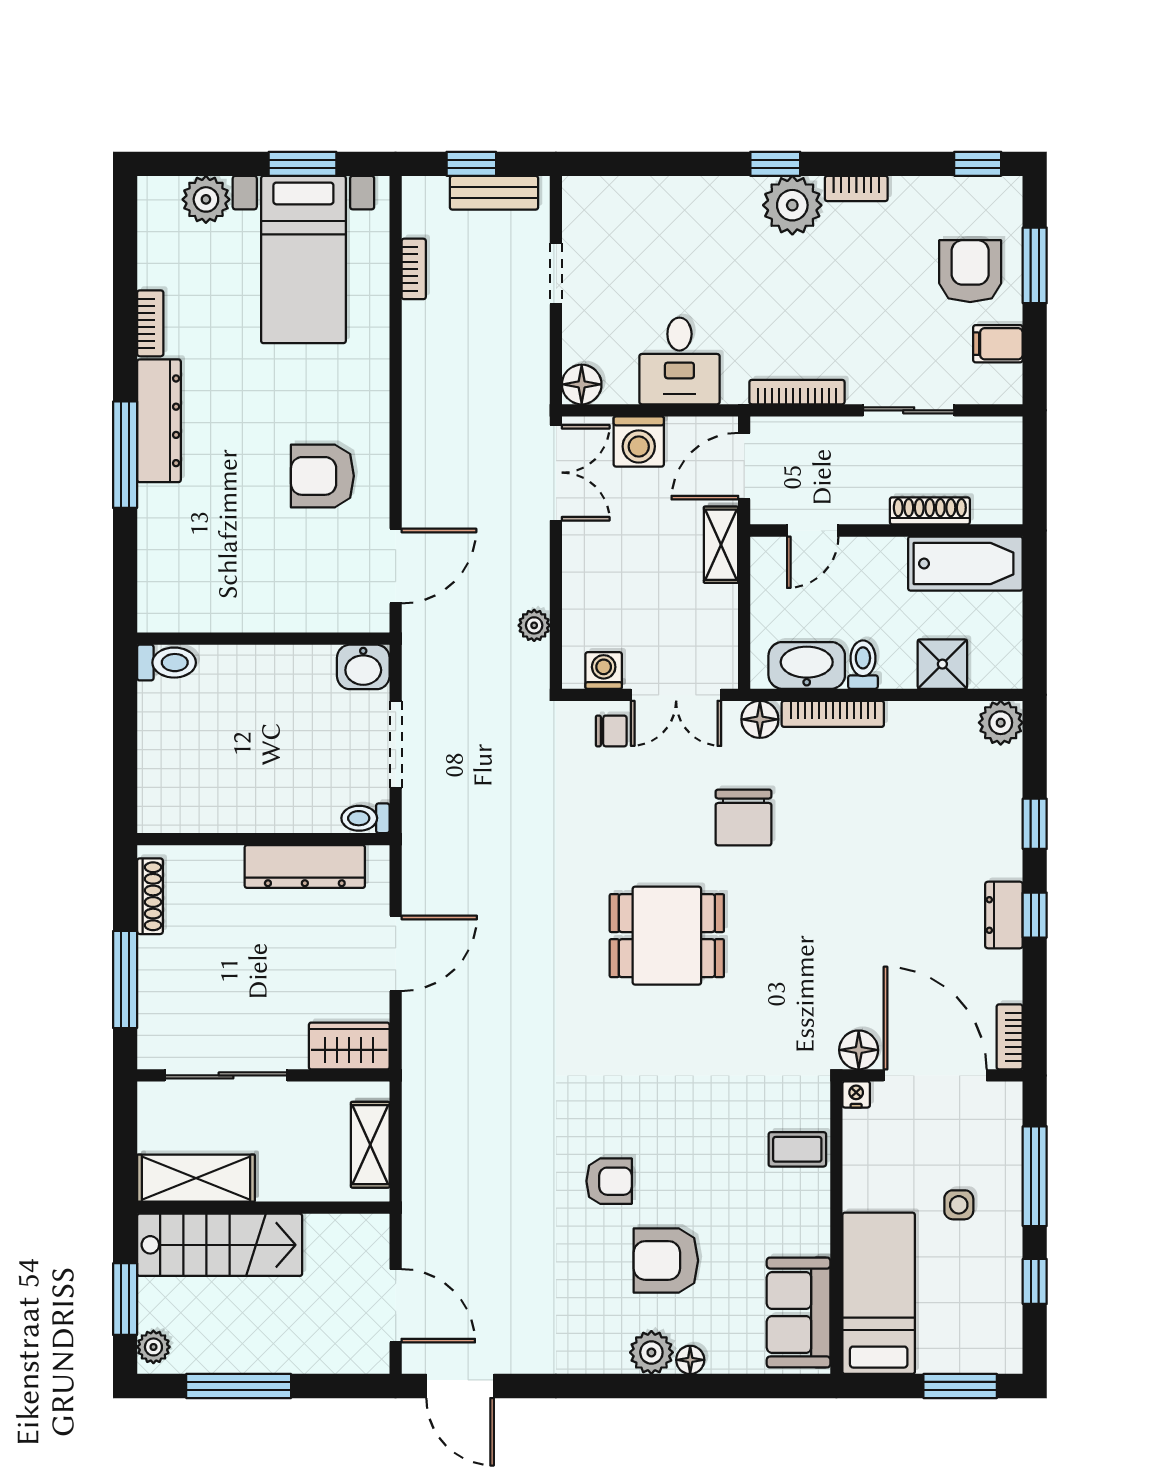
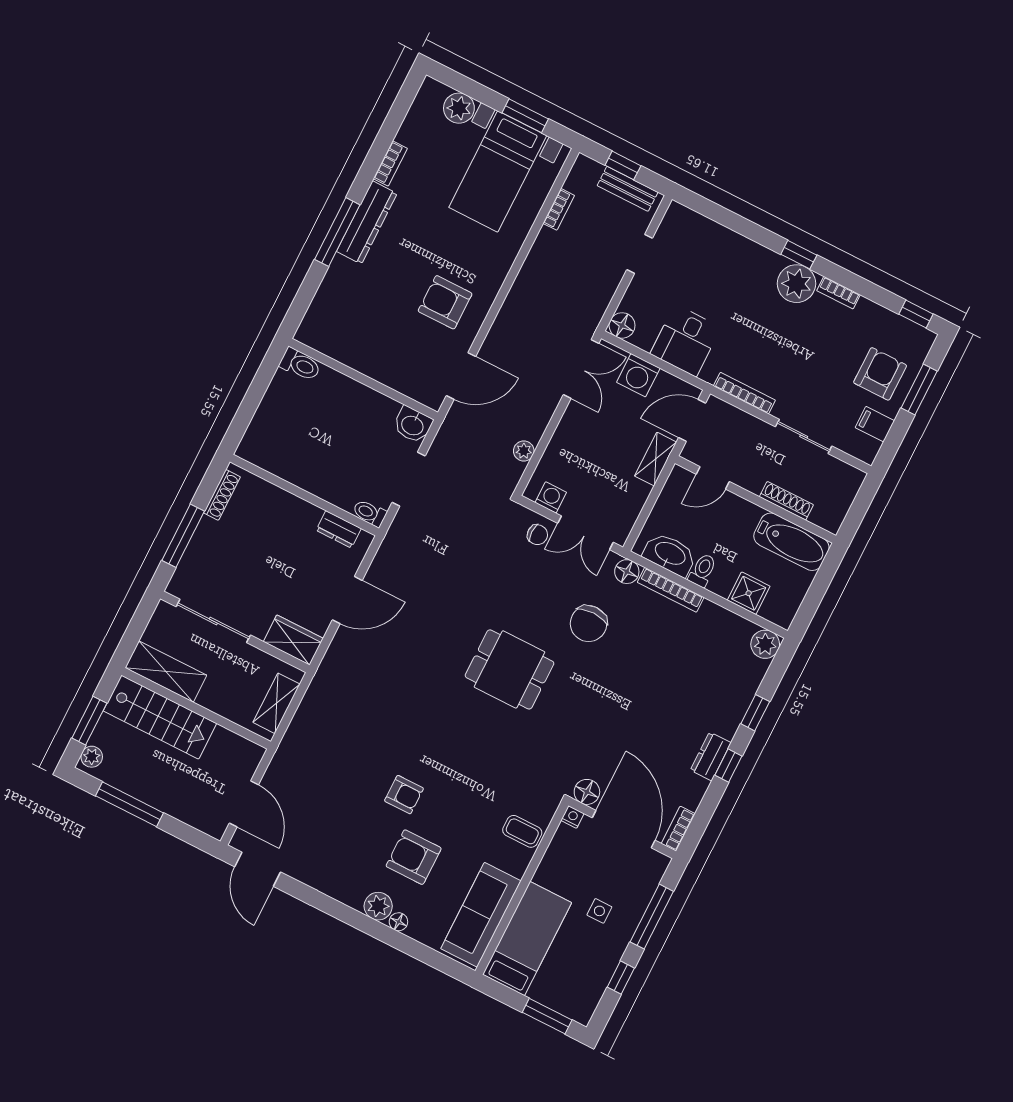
dresser: (305, 866) -> (339, 529), width x0.51, depth x0.80
sofa: (799, 1313) -> (481, 915), width x1.36

